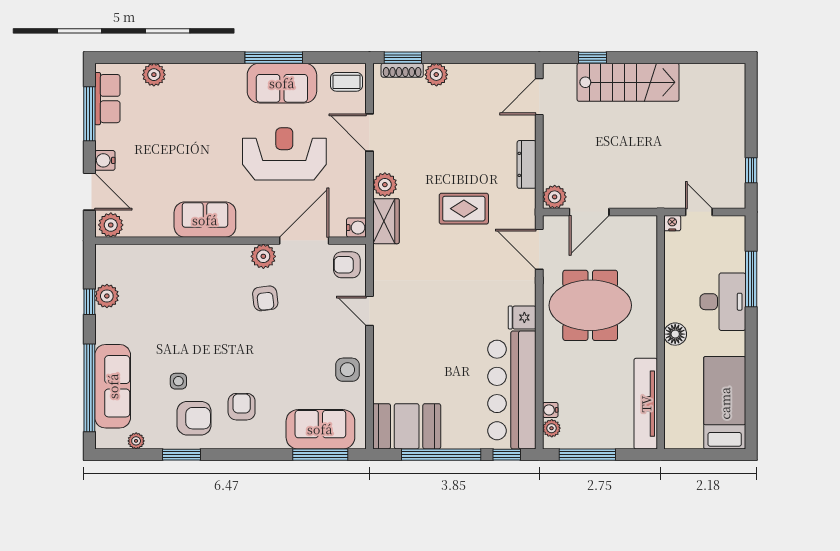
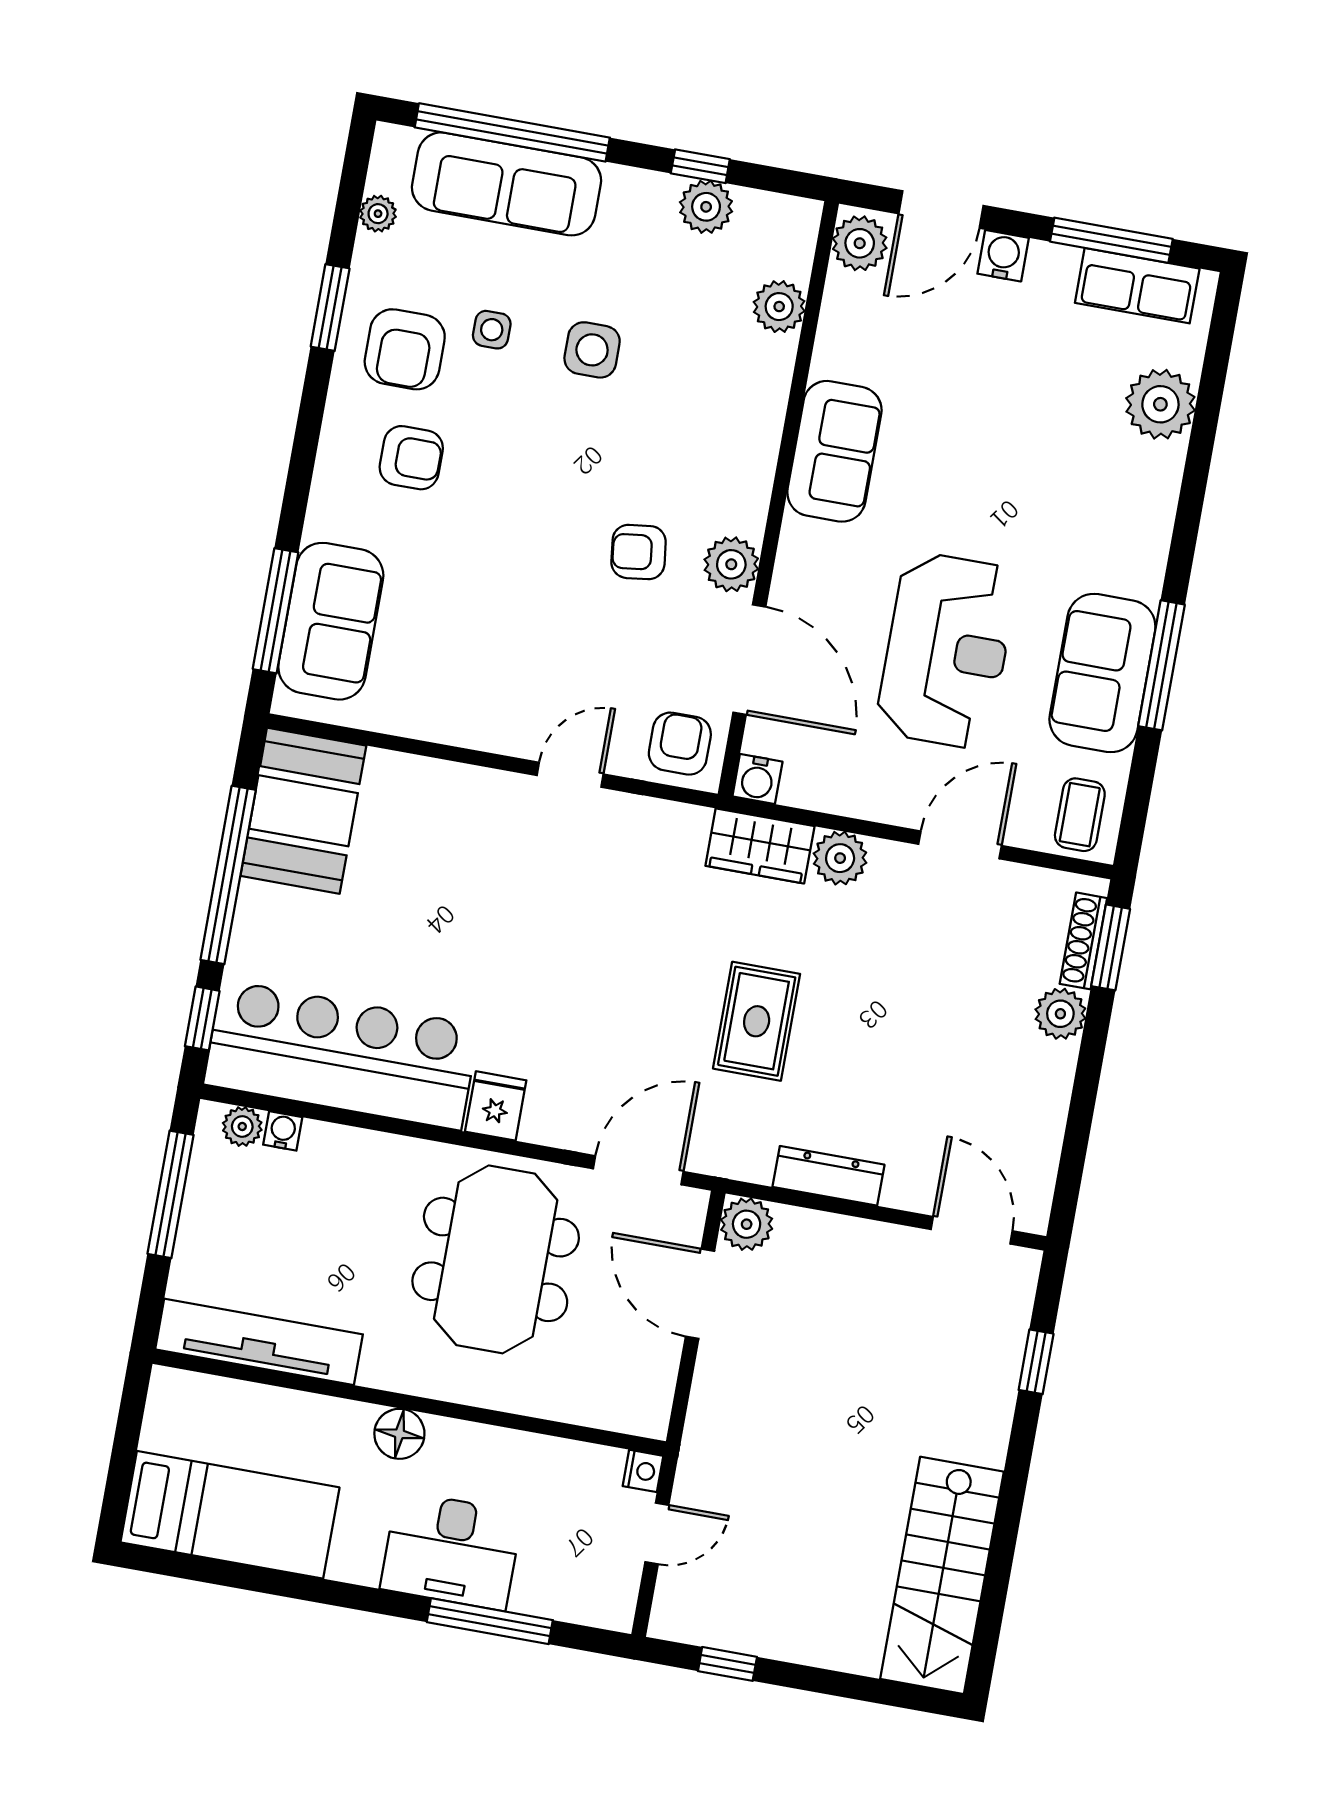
plant: (154, 75) -> (1160, 404), width x1.36, depth x1.36
stairs: (628, 82) -> (942, 1575), moved
plant: (145, 256) -> (779, 307), added
side table: (347, 370) -> (592, 350), moved

